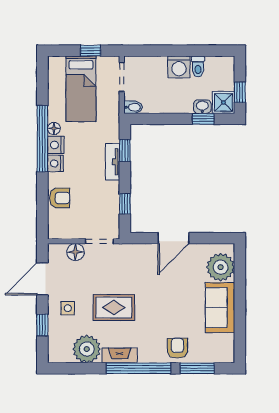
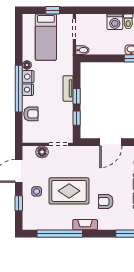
window: (42, 139) -> (19, 89), moved
window: (125, 150) -> (77, 96), moved
rug: (114, 307) -> (69, 191), width x1.36, depth x1.43
armchair: (177, 348) -> (106, 202), moved, turned -90
plant: (87, 349) -> (50, 220), removed
fireplace: (120, 356) -> (85, 225), moved
window: (139, 368) -> (60, 234), moved

